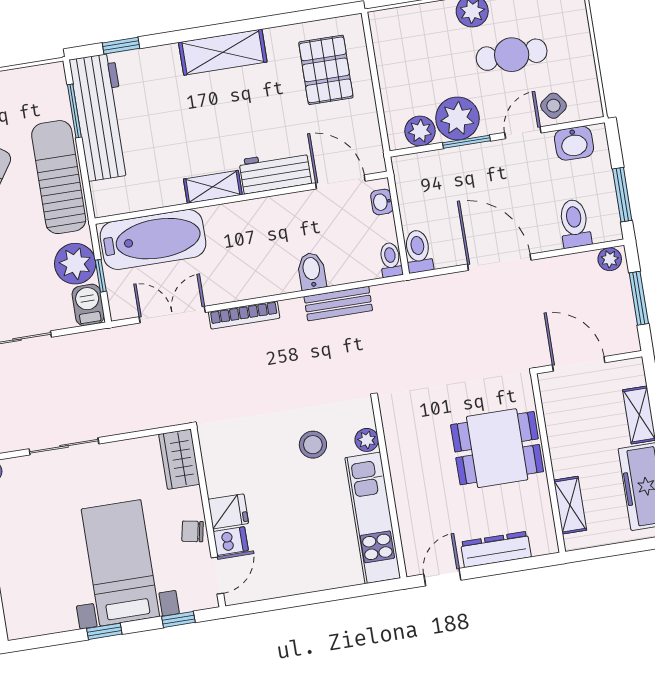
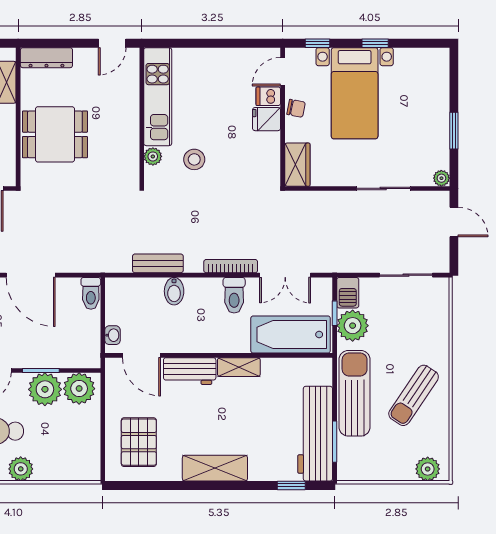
plant: (420, 131) -> (79, 389), width x1.36, depth x1.36
sun lounger: (59, 177) -> (355, 393), turned 180
toilet: (391, 260) -> (234, 295), moved, width x1.37, depth x1.39
dresser: (496, 549) -> (46, 58), moved

